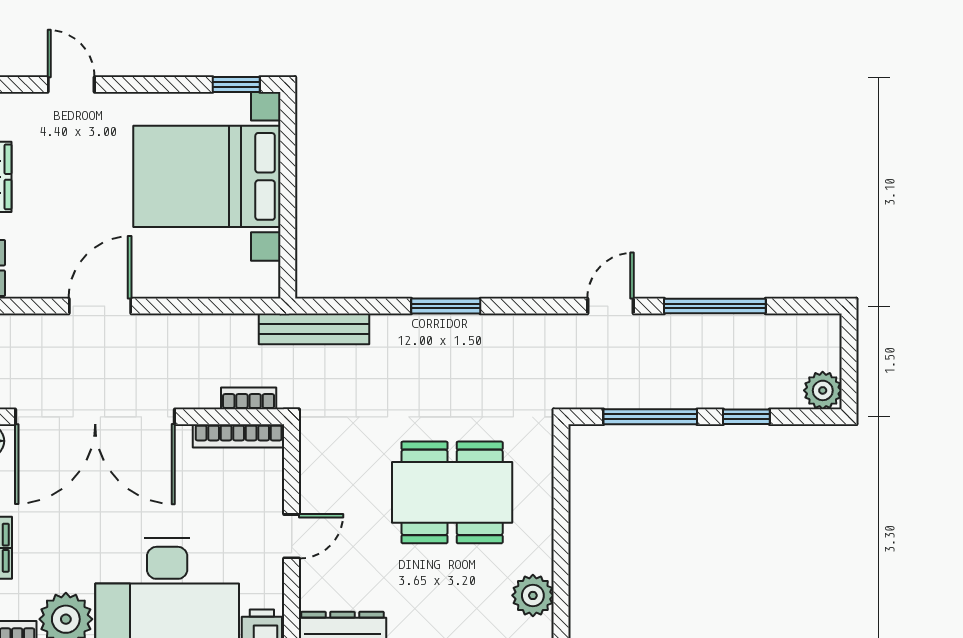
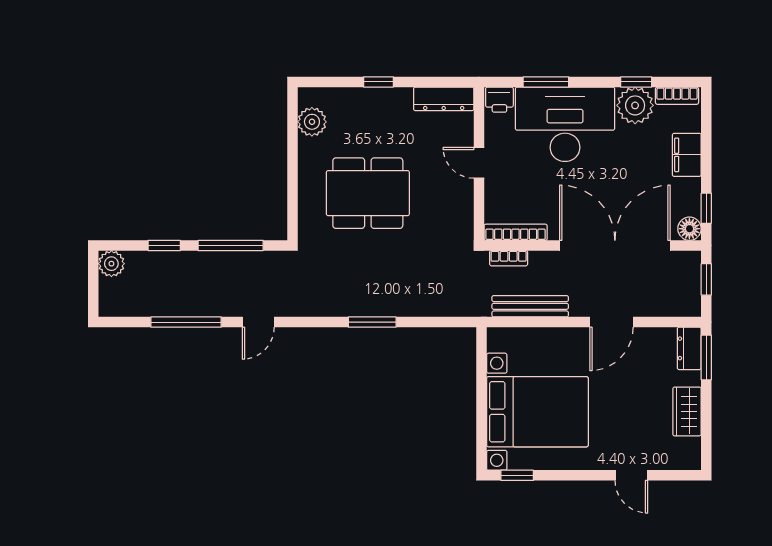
bench: (314, 329) -> (530, 306), moved
door: (292, 536) -> (479, 163), hinge flipped

